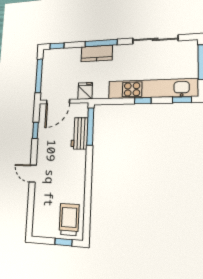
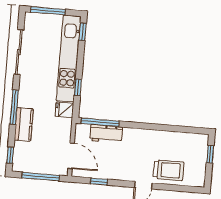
kitchen counter: (97, 53) -> (24, 124), moved
fridge: (85, 91) -> (64, 110), moved
window: (143, 101) -> (78, 87), moved
trolley: (69, 220) -> (169, 170), moved, turned 180

